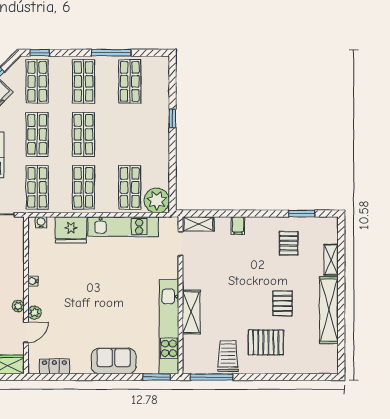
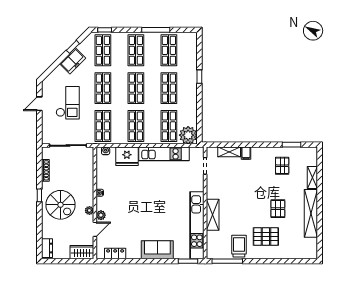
shop shelf: (130, 134) -> (169, 88), added
shelving: (198, 224) -> (229, 152), moved

